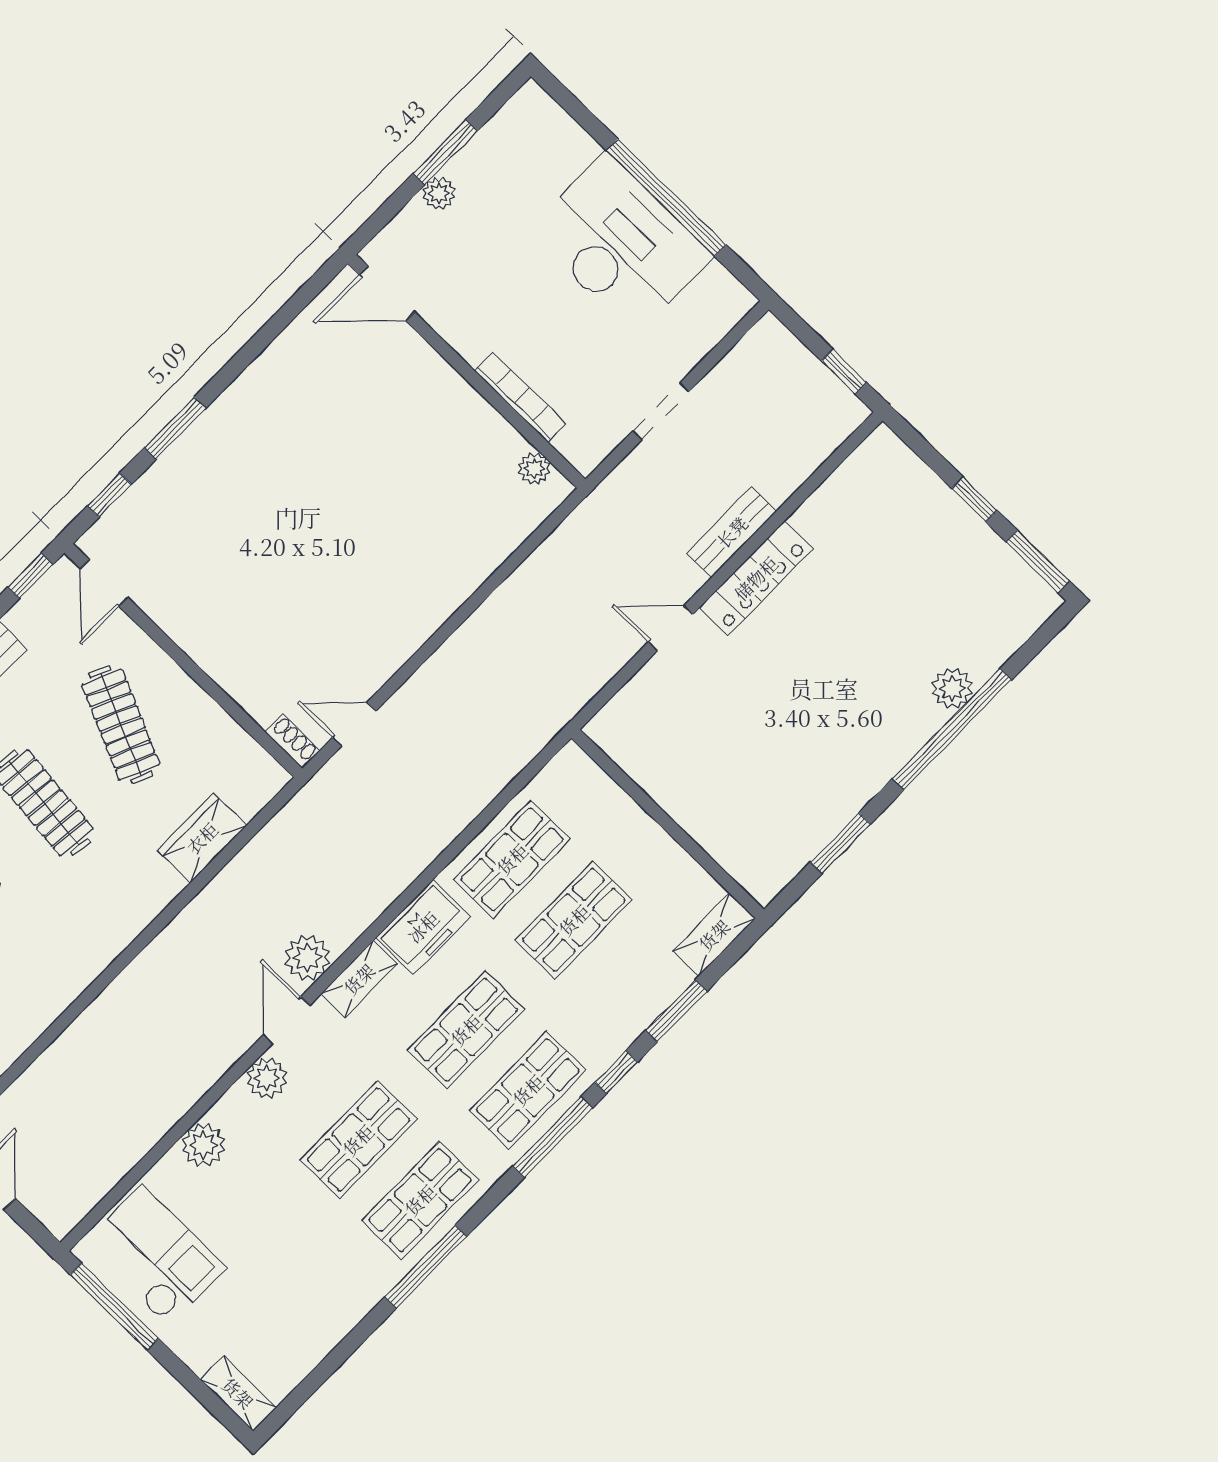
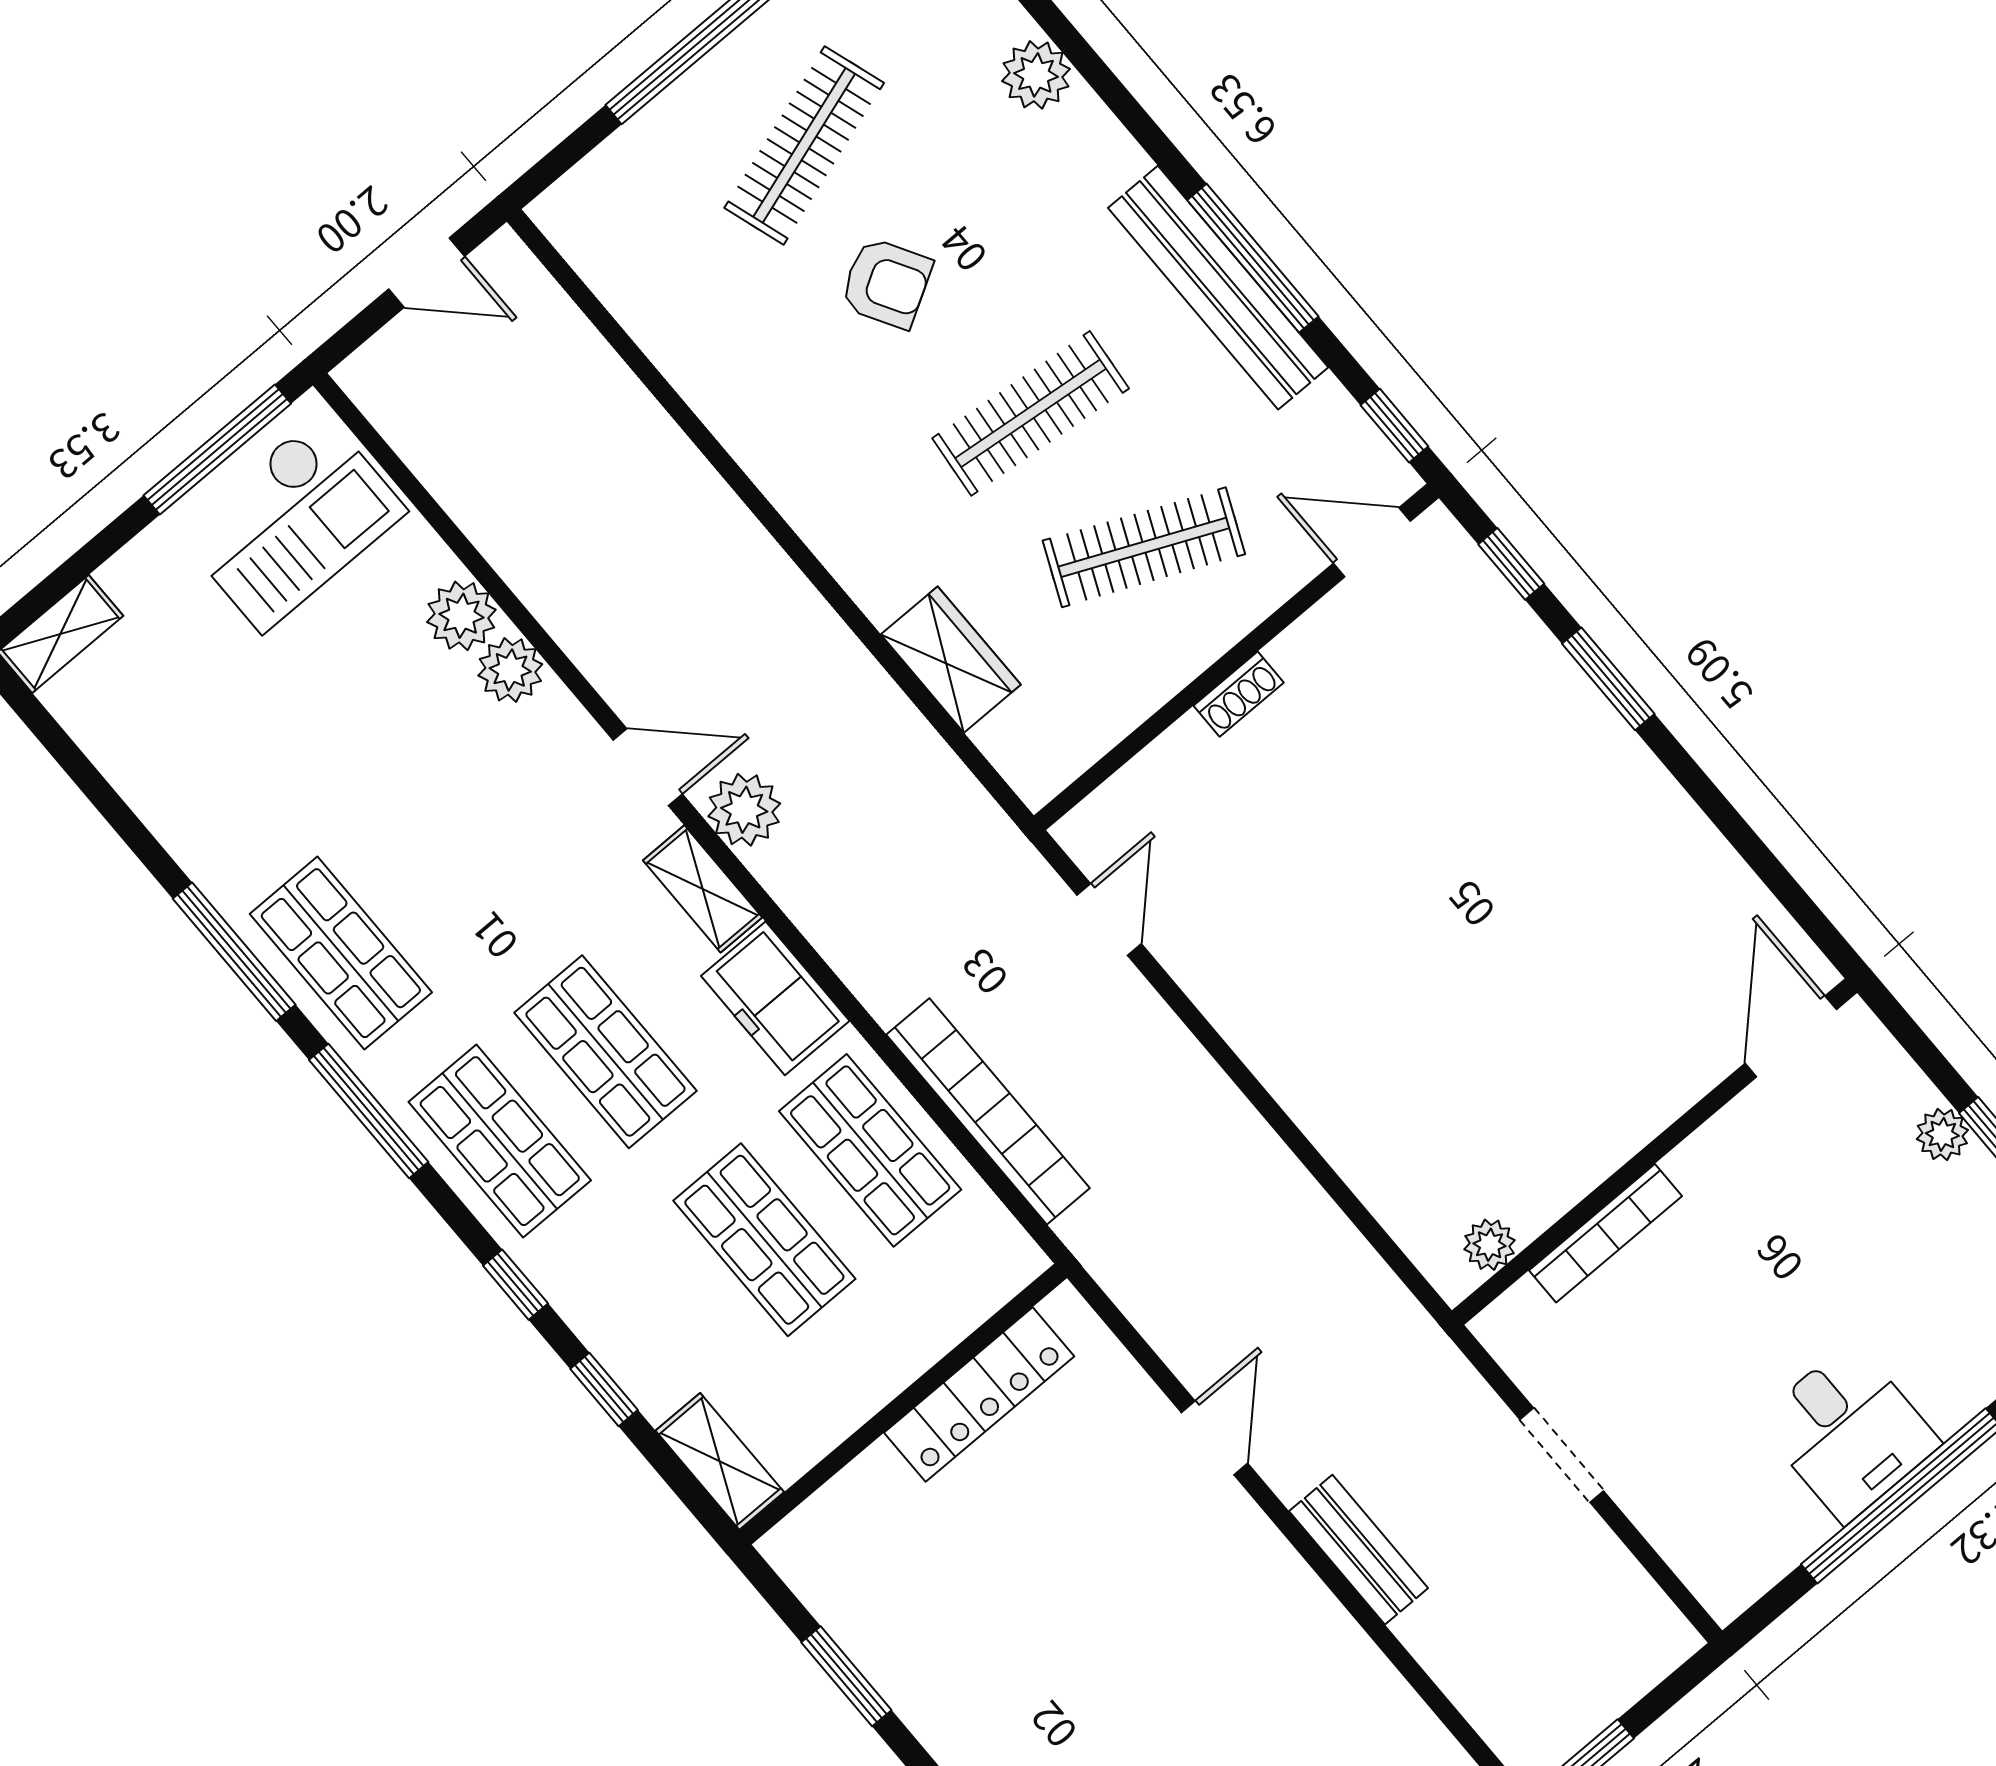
desk: (620, 244) -> (1848, 1432), width x0.53, depth x0.77
locker: (756, 578) -> (979, 1394), moved, turned -90
shoe rack: (292, 741) -> (1239, 694), moved
bookcase: (481, 788) -> (988, 1111), added
window: (676, 1011) -> (604, 1389), width x0.67
plant: (267, 1078) -> (510, 670), moved
window: (553, 1137) -> (369, 1111), moved
shop shelf: (358, 1140) -> (447, 864), removed

